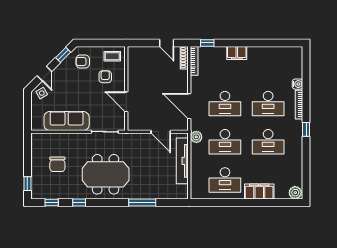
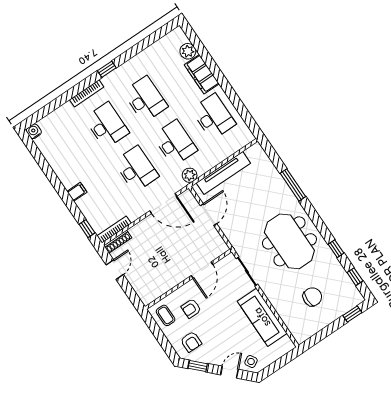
filing cabinet: (237, 53) -> (77, 192), width x0.50
water cooler: (298, 84) -> (34, 131), moved
door: (189, 106) -> (163, 203), hinge flipped
plant: (295, 193) -> (188, 51), moved

